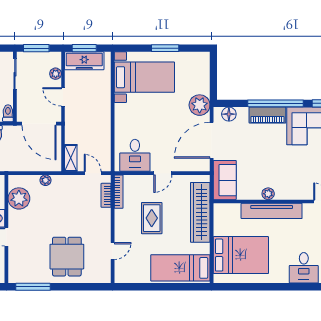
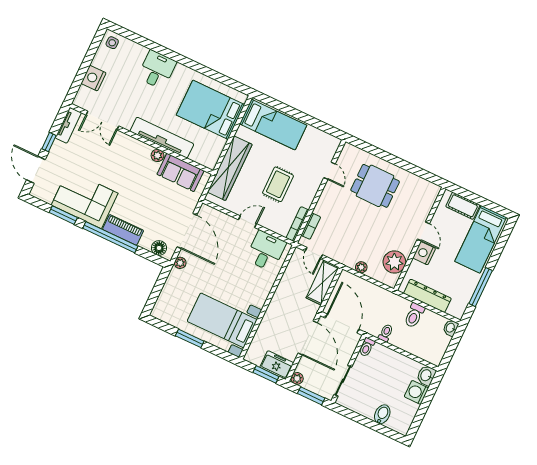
freezer: (84, 61) -> (277, 365), width x0.71
plant: (56, 74) -> (297, 378), moved
door: (63, 97) -> (308, 338), width x1.88
plant: (200, 105) -> (180, 263), width x0.53, depth x0.53
door: (212, 140) -> (187, 231), hinge flipped
shelving: (71, 158) -> (323, 282), width x1.50, depth x1.33
sofa: (225, 180) -> (180, 172), moved, turned -90
door: (113, 251) -> (330, 171), swing flipped
dining table: (67, 257) -> (375, 186), turned 90
window: (33, 287) -> (420, 172), removed

